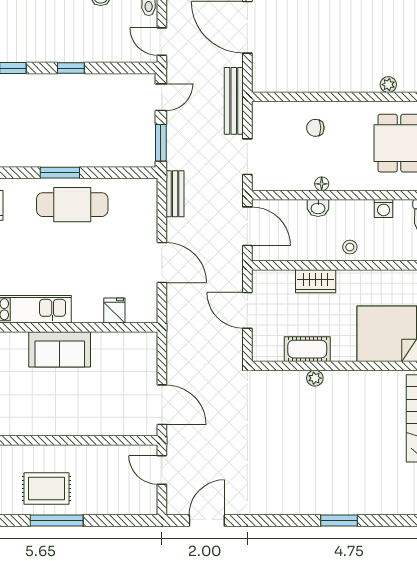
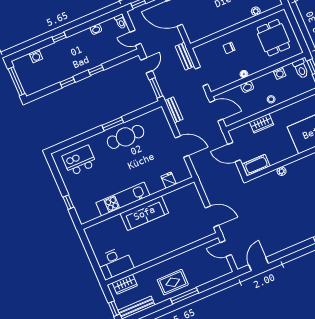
bench: (234, 101) -> (185, 56), width x0.73
sofa: (60, 349) -> (144, 213), width x1.36
cot: (307, 349) -> (256, 165), moved

